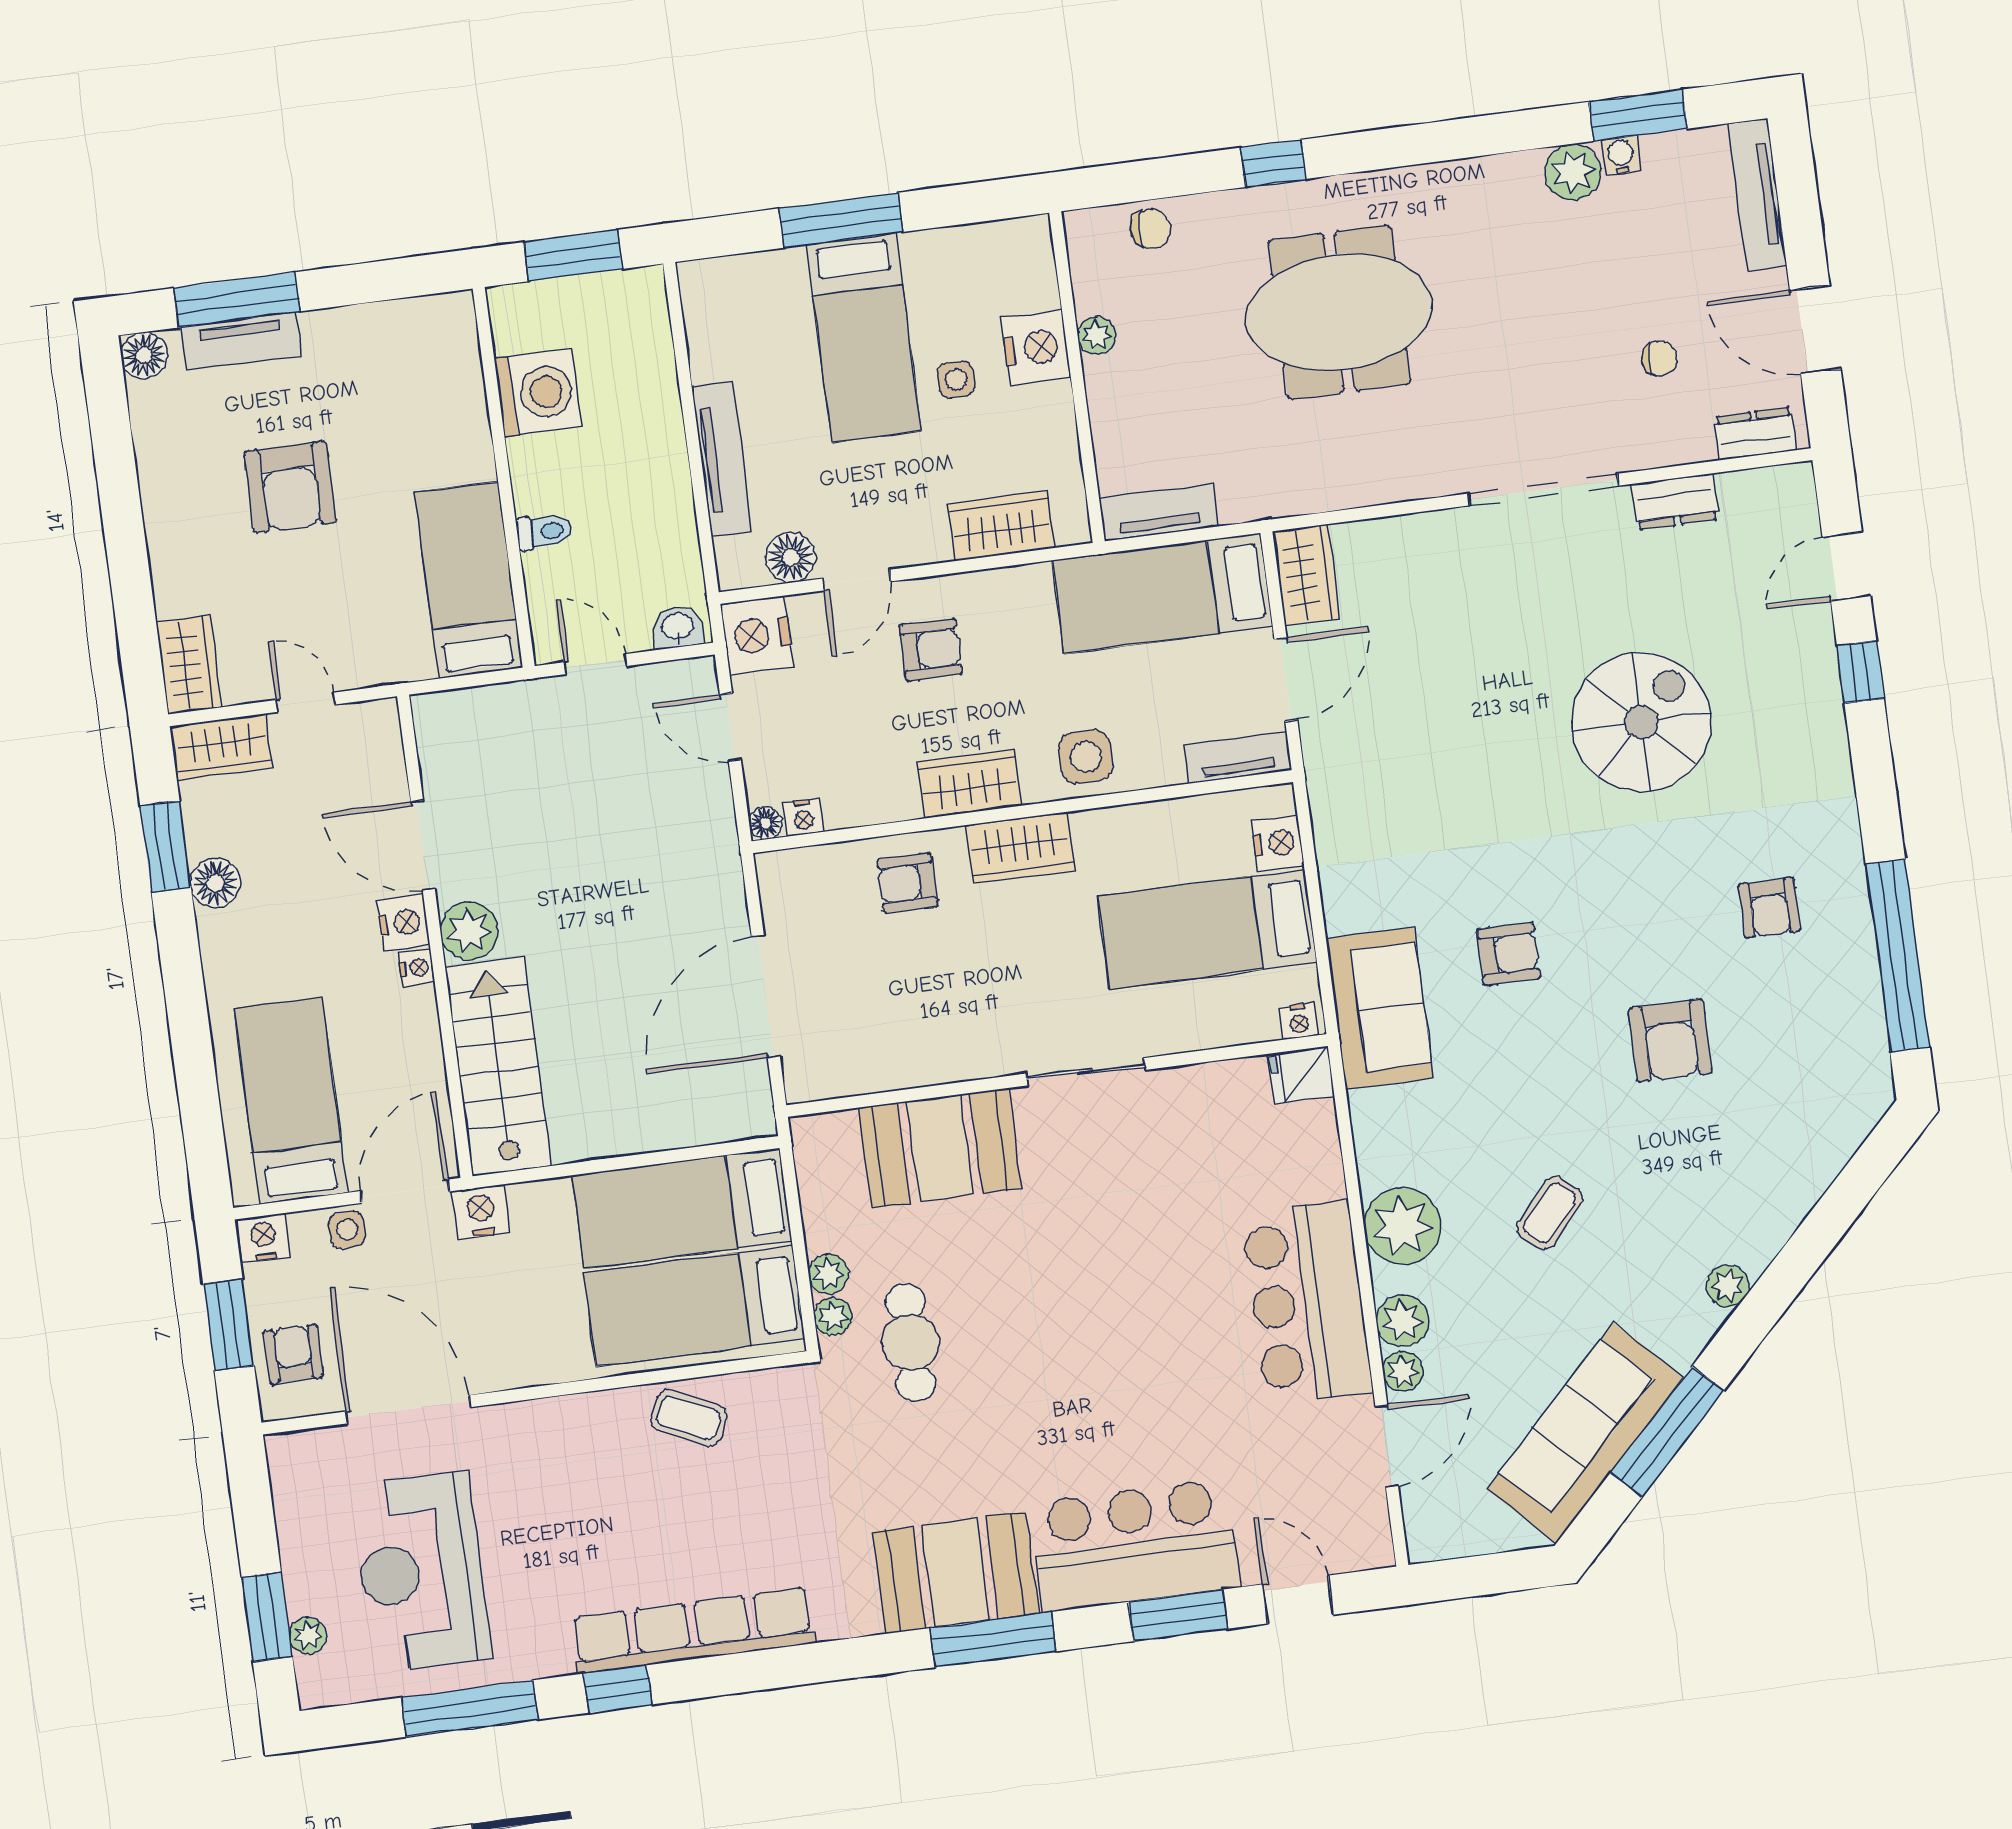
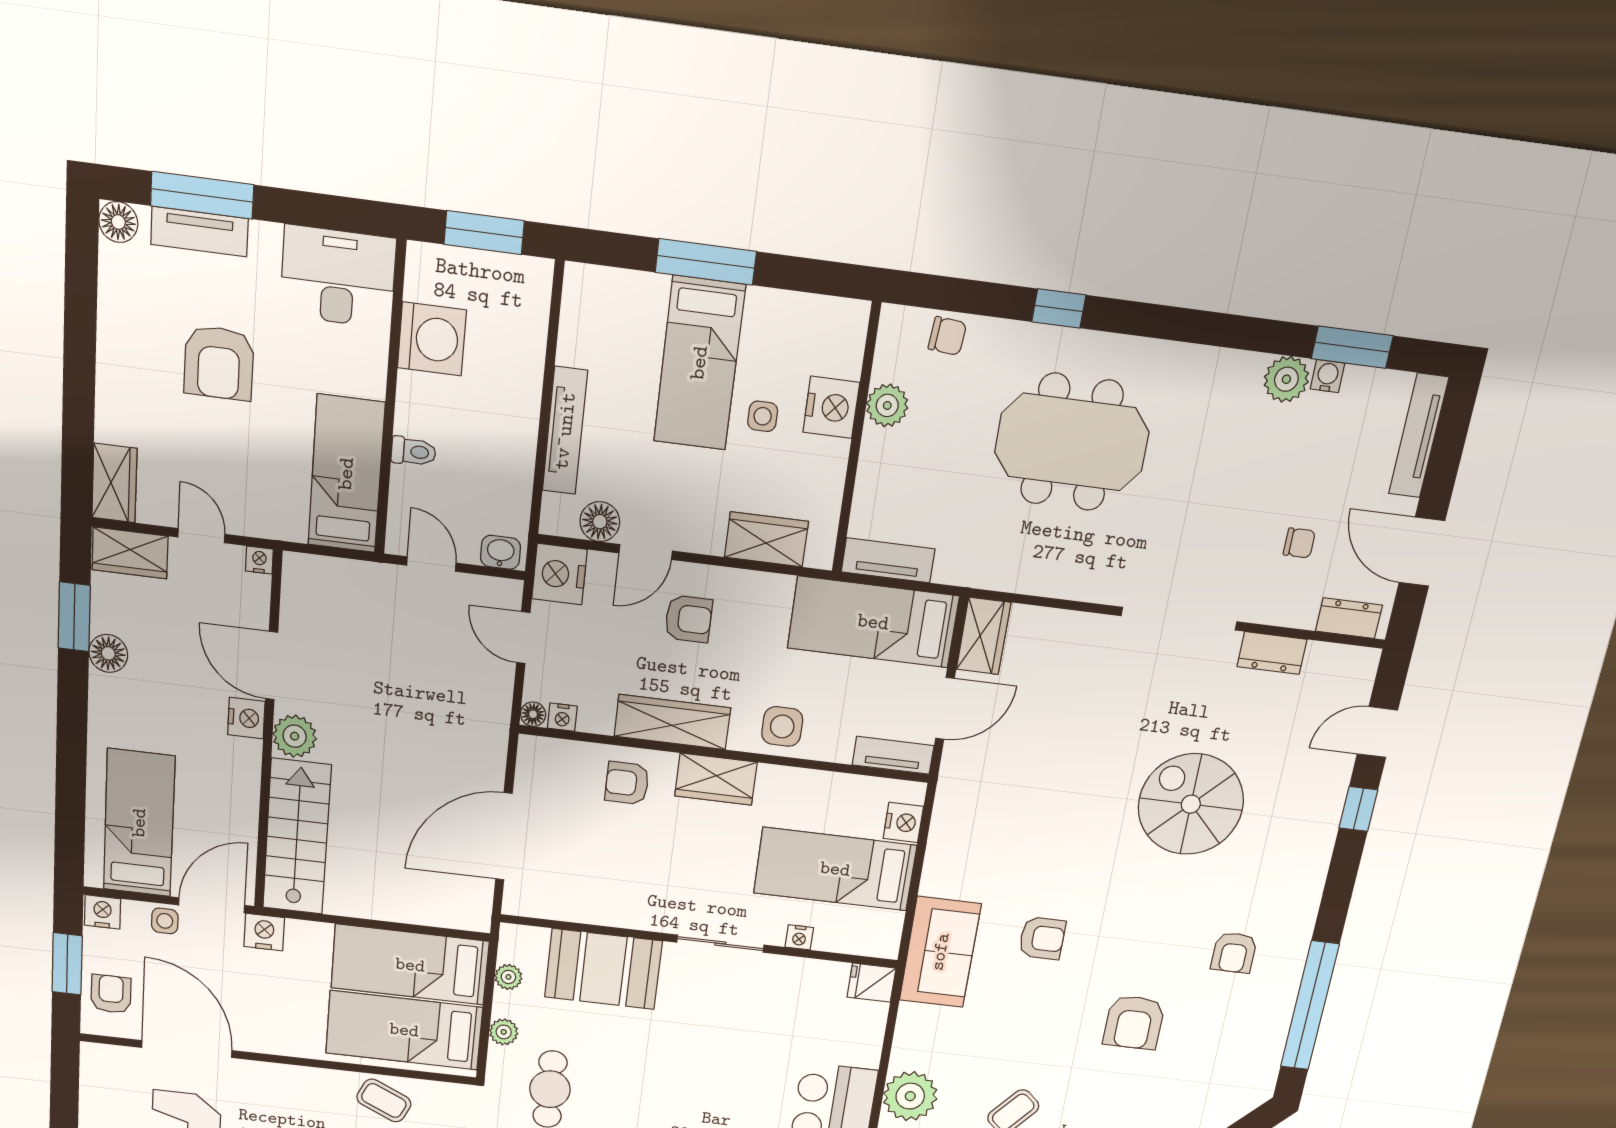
plant: (1097, 336) -> (887, 405), width x1.38, depth x1.38
desk: (413, 350) -> (338, 277), added
spiral stairs: (1641, 722) -> (1191, 804), turned -90
wardrobe: (969, 784) -> (672, 722), width x1.50
nightstand: (417, 968) -> (259, 560), moved, turned -90
nightstand: (1299, 1021) -> (799, 937), moved
plant: (833, 1316) -> (508, 977), moved

